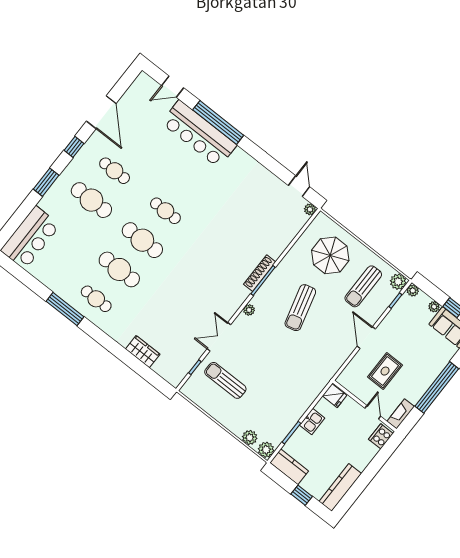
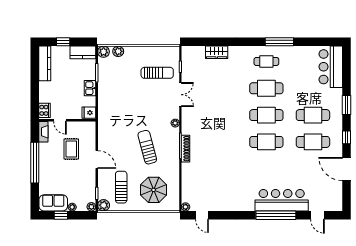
door: (173, 87) -> (317, 215), swing flipped
cafe table: (115, 171) -> (313, 142), width x1.37, depth x1.35
cafe table: (165, 211) -> (266, 142), width x1.37, depth x1.35

